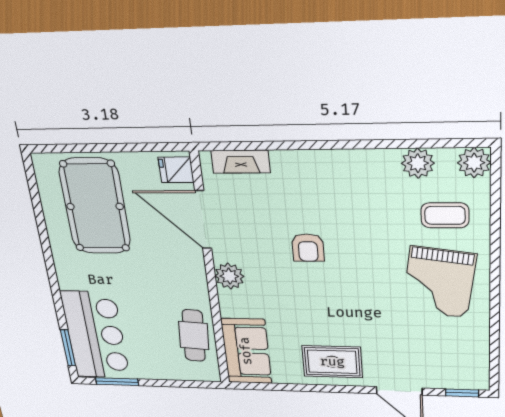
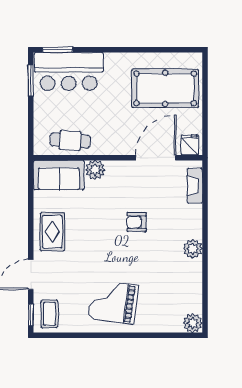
plant: (418, 163) -> (193, 249), moved
coffee table: (445, 215) -> (49, 314), moved
plant: (229, 276) -> (95, 170), moved

